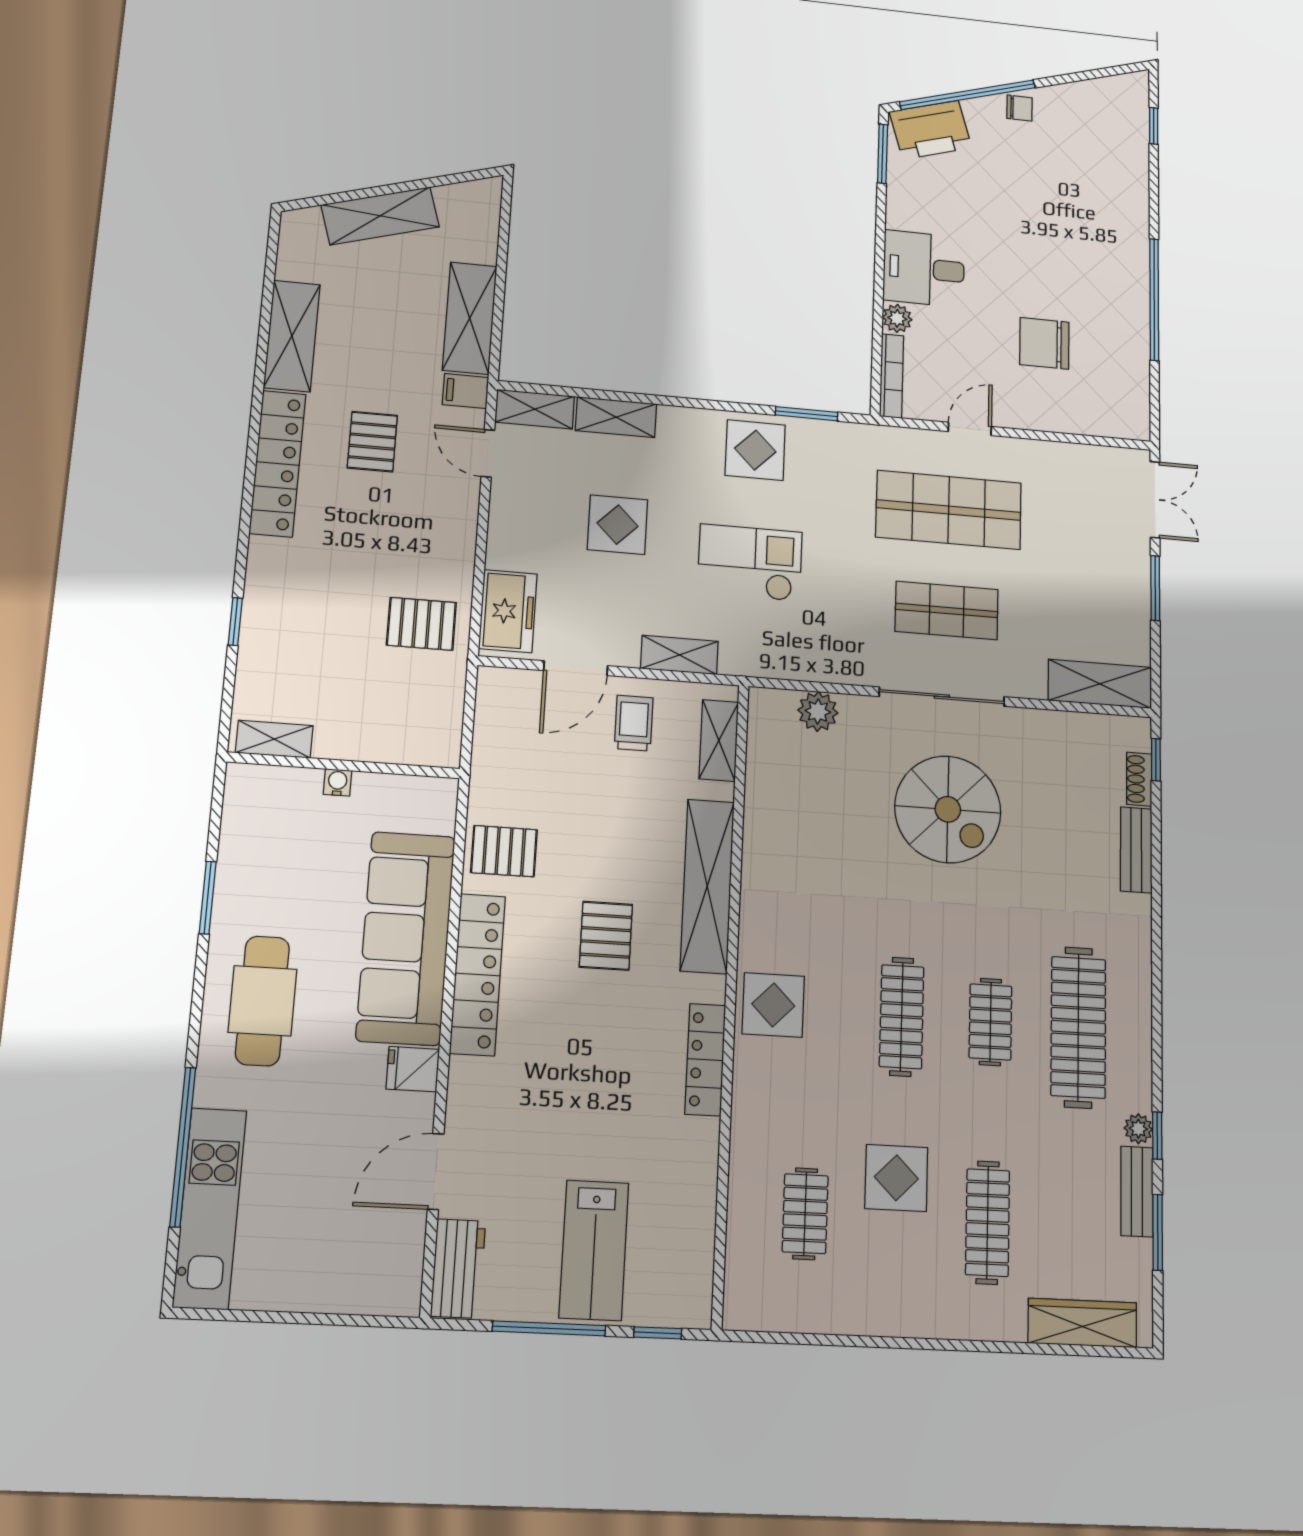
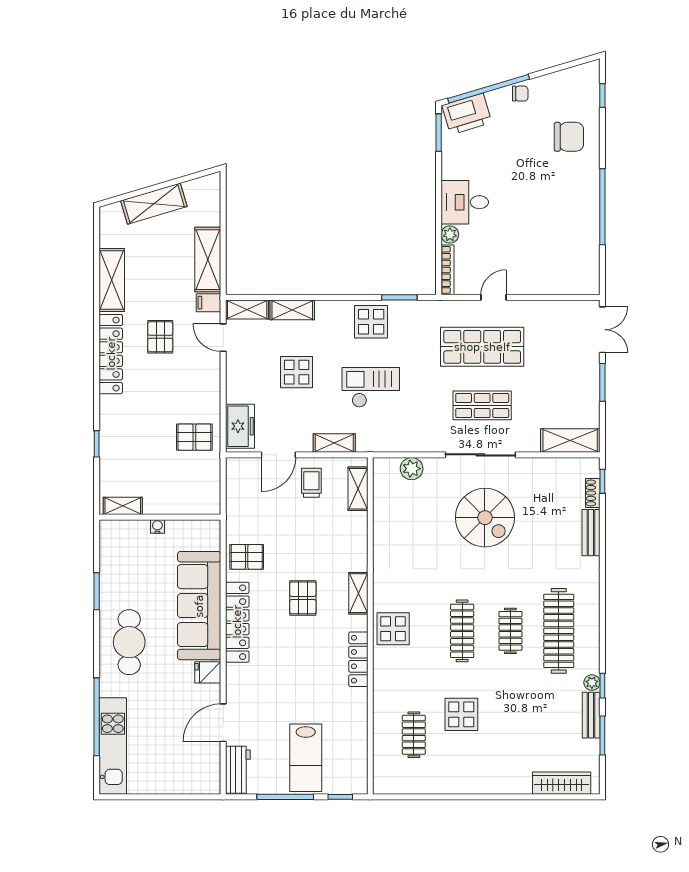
chair: (1044, 343) -> (569, 137), moved, turned 180
shelving: (707, 886) -> (358, 593), width x0.45, depth x0.75
clothes rail: (988, 1222) -> (510, 735), removed

